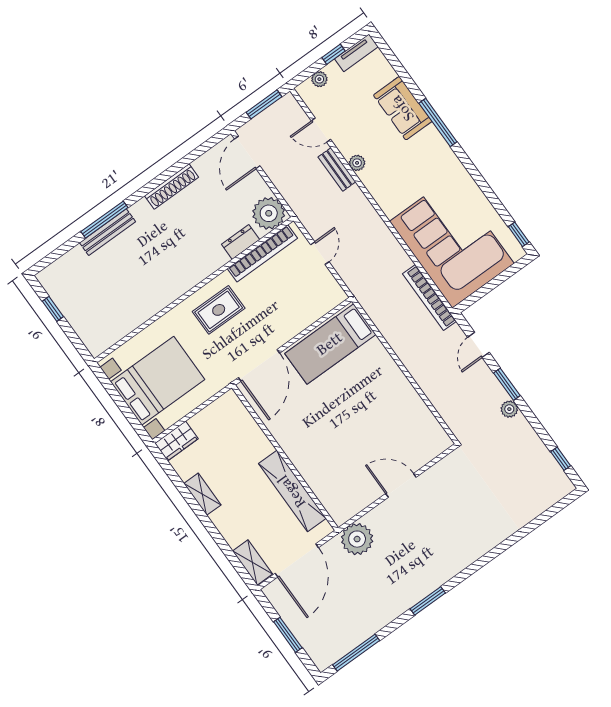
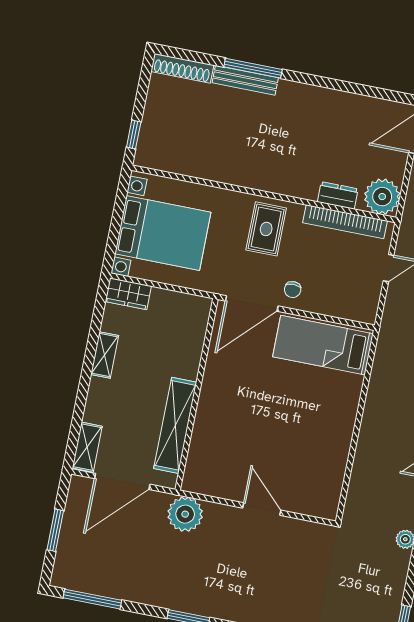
shoe rack: (172, 186) -> (182, 68), moved
window: (53, 309) -> (134, 135), moved
rug: (219, 310) -> (266, 229), turned 90
chair: (275, 330) -> (293, 290), added

